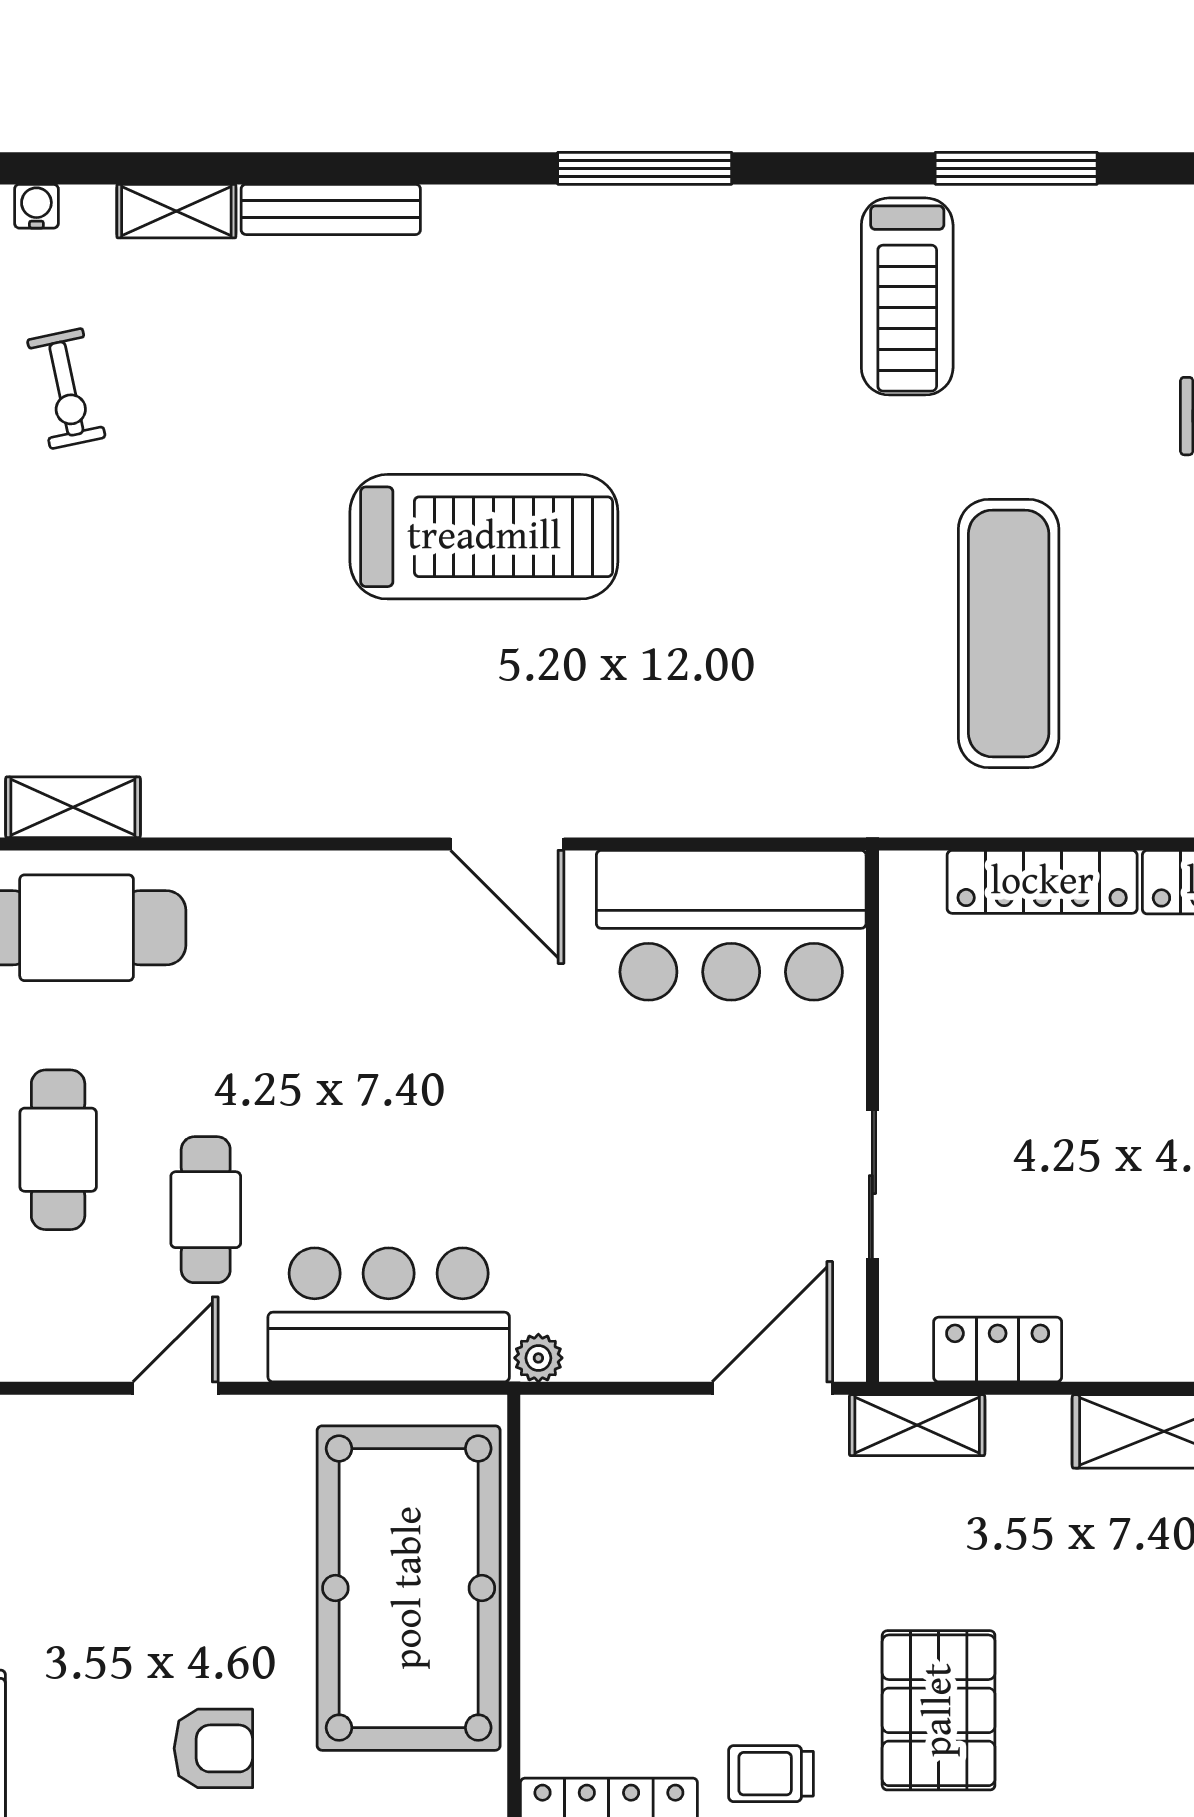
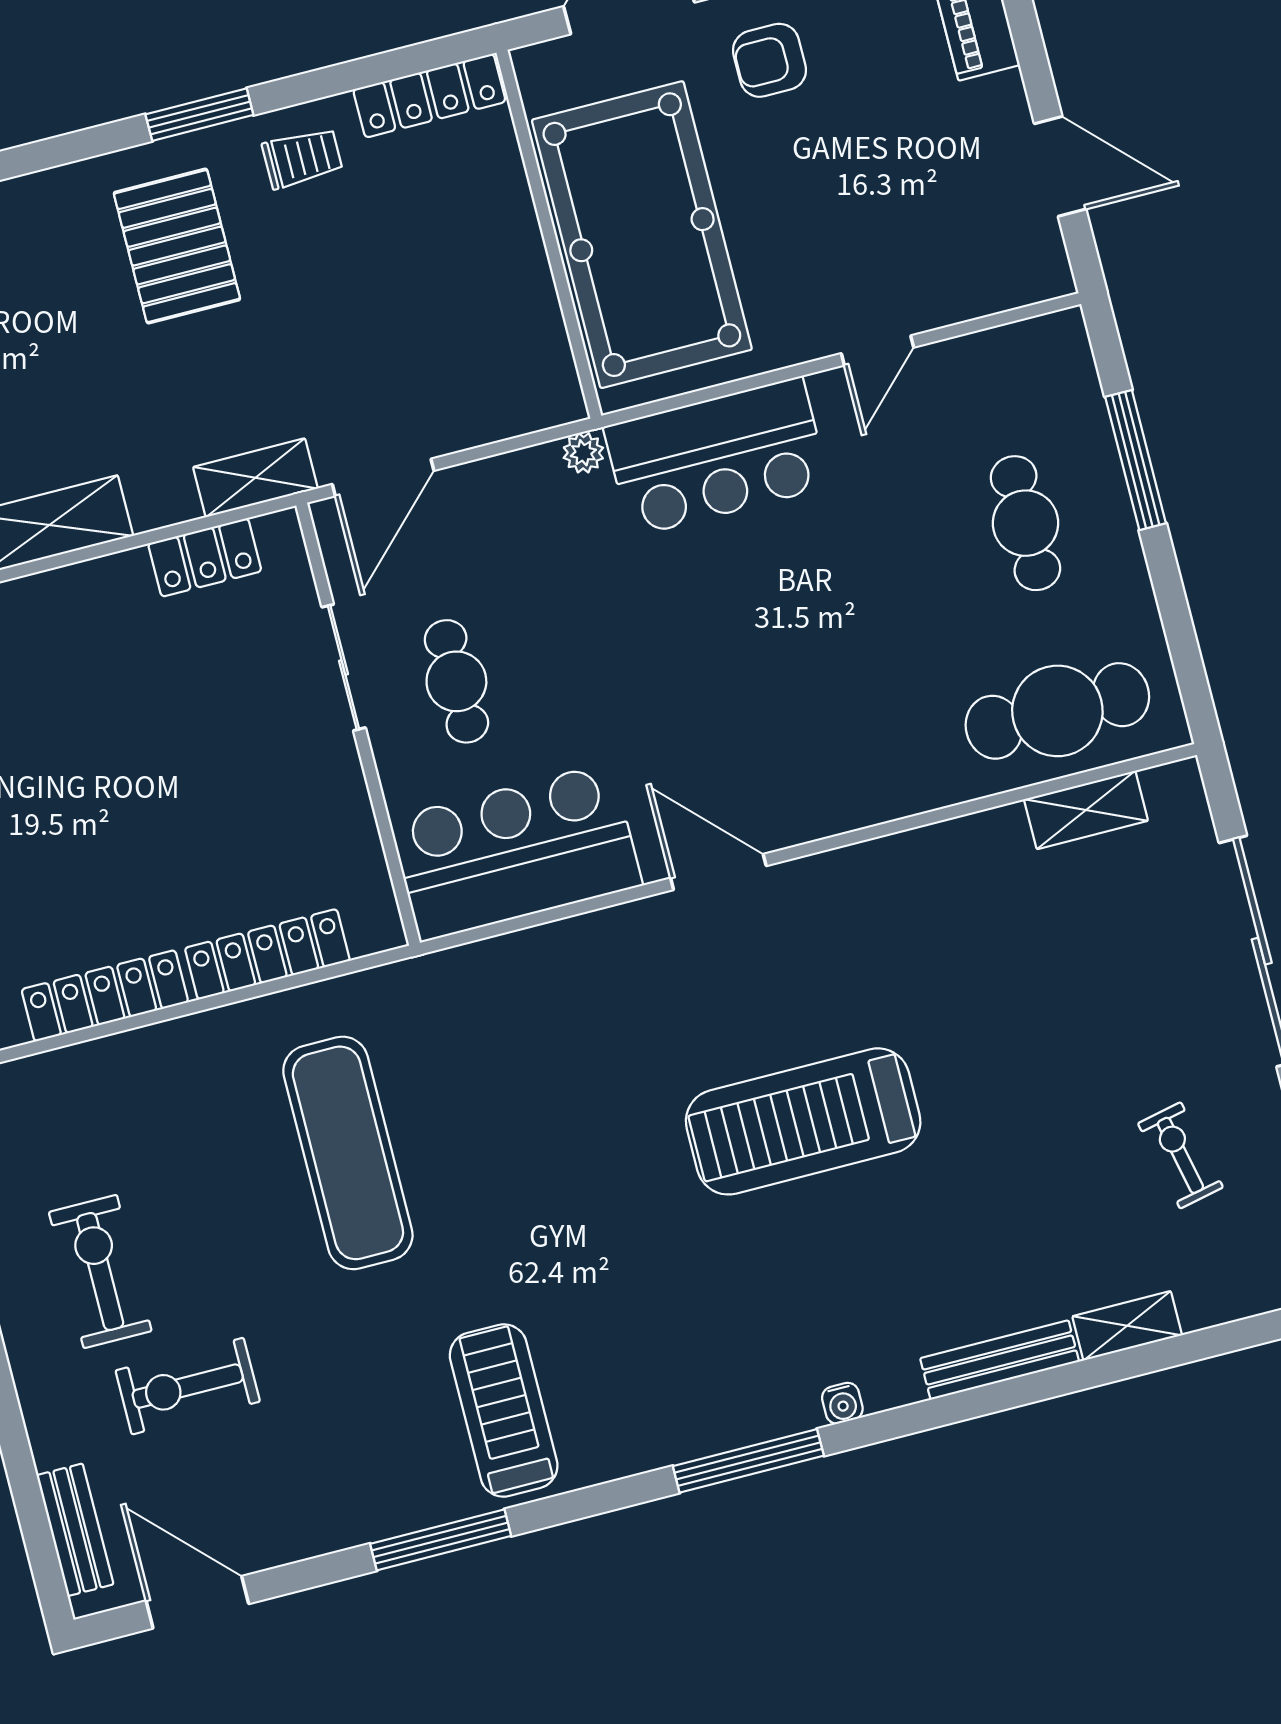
water cooler: (36, 206) -> (842, 1403), moved
cafe table: (206, 1210) -> (456, 681), moved

